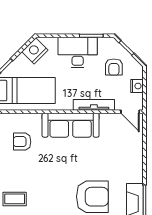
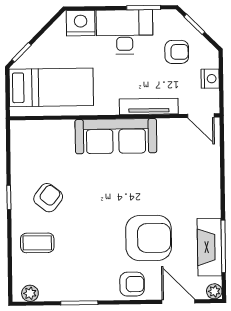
nightstand: (35, 51) -> (81, 23), moved, turned 45
armchair: (114, 67) -> (177, 52), turned -90
armchair: (22, 142) -> (48, 198), moved, turned 128

